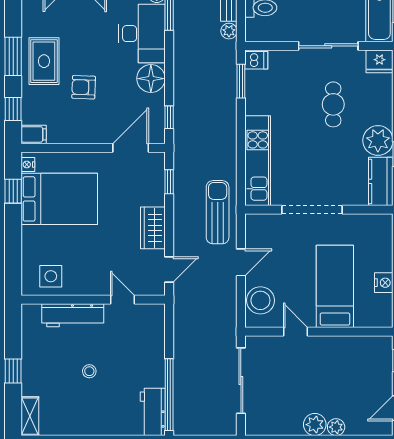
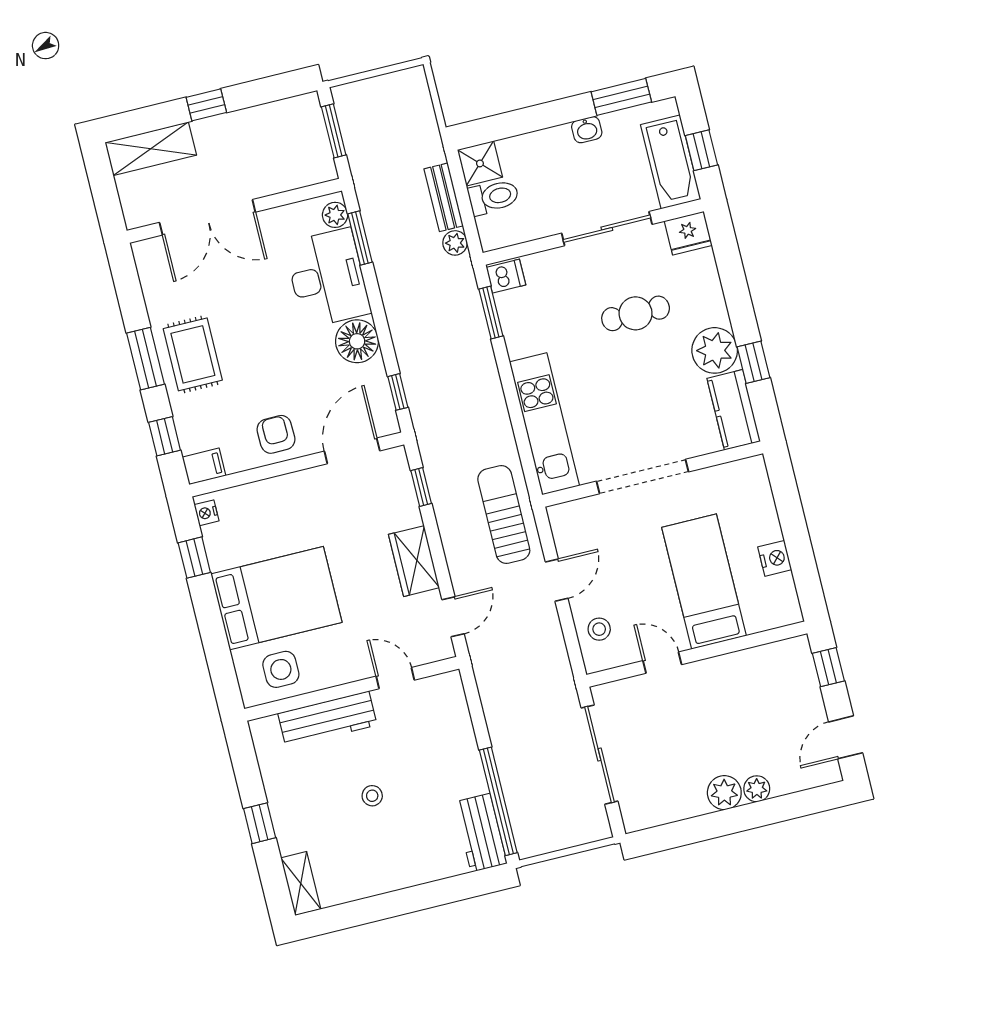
armchair: (84, 87) -> (276, 434), moved, turned 87
cafe table: (333, 104) -> (636, 313), turned 90
bed: (59, 199) -> (277, 598), moved
stool: (260, 300) -> (599, 629), width x0.53, depth x0.53

